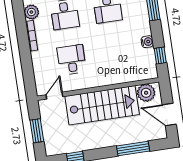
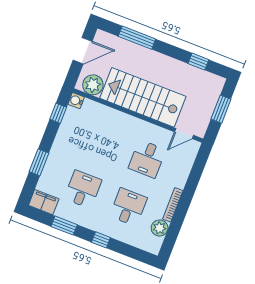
water cooler: (147, 42) -> (76, 101), moved
door: (169, 114) -> (83, 51), hinge flipped

